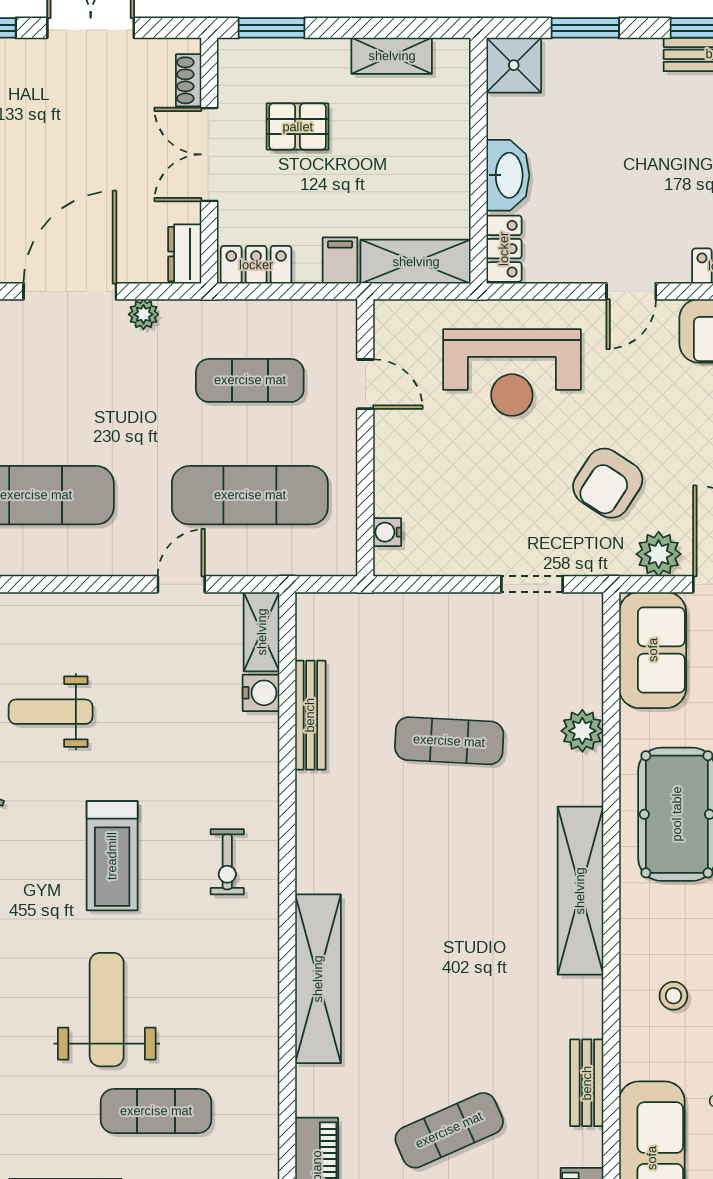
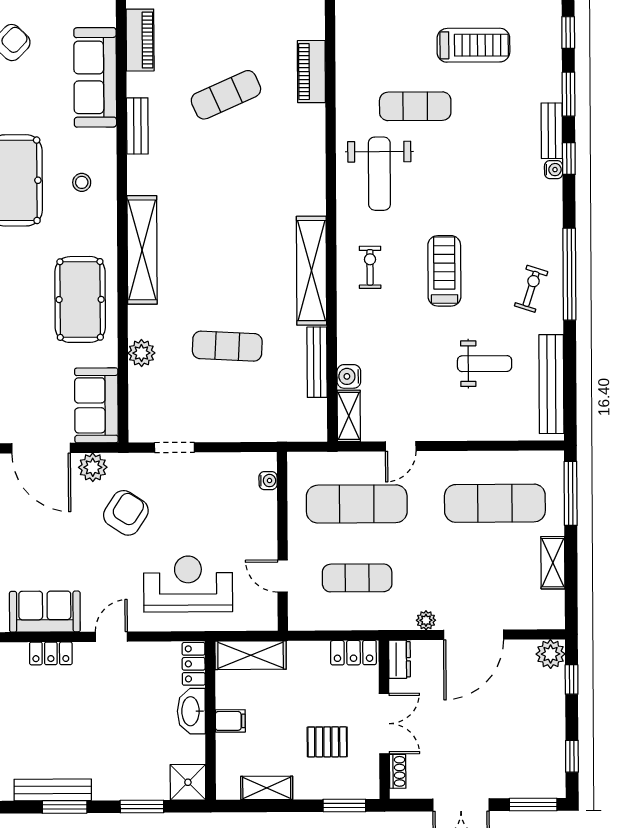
filing cabinet: (340, 260) -> (230, 721), moved, turned -90
shelving: (318, 979) -> (312, 271), moved
weight bench: (107, 1010) -> (379, 174), moved

